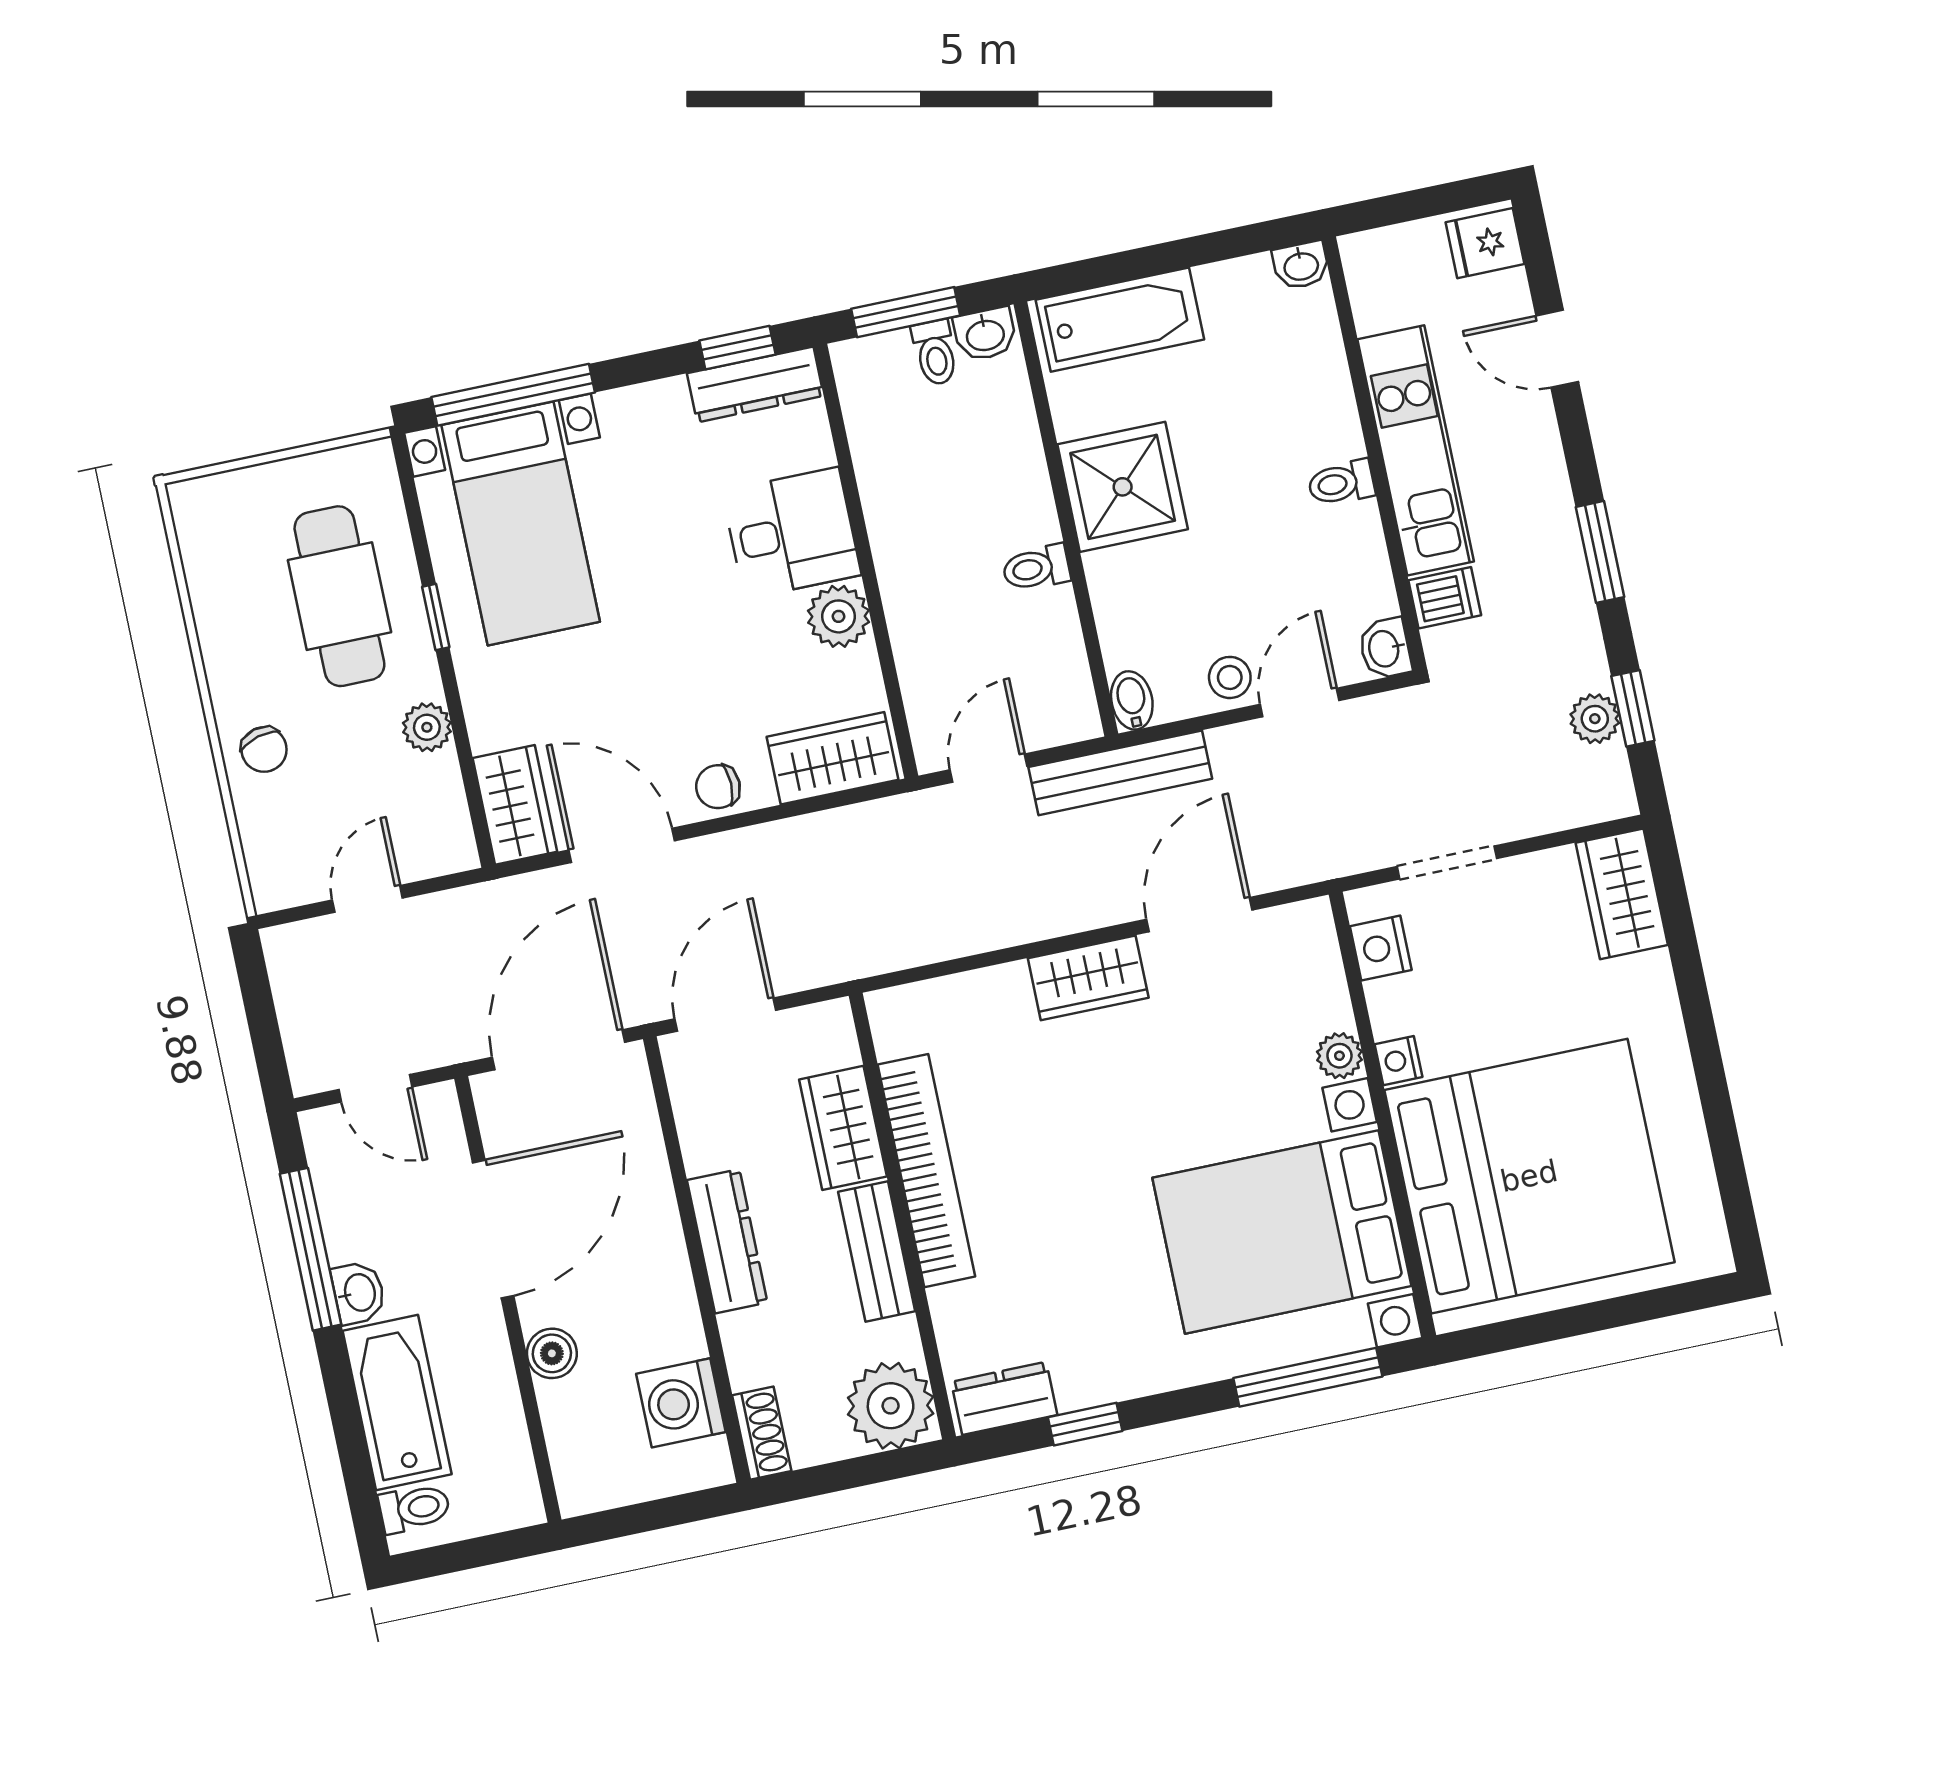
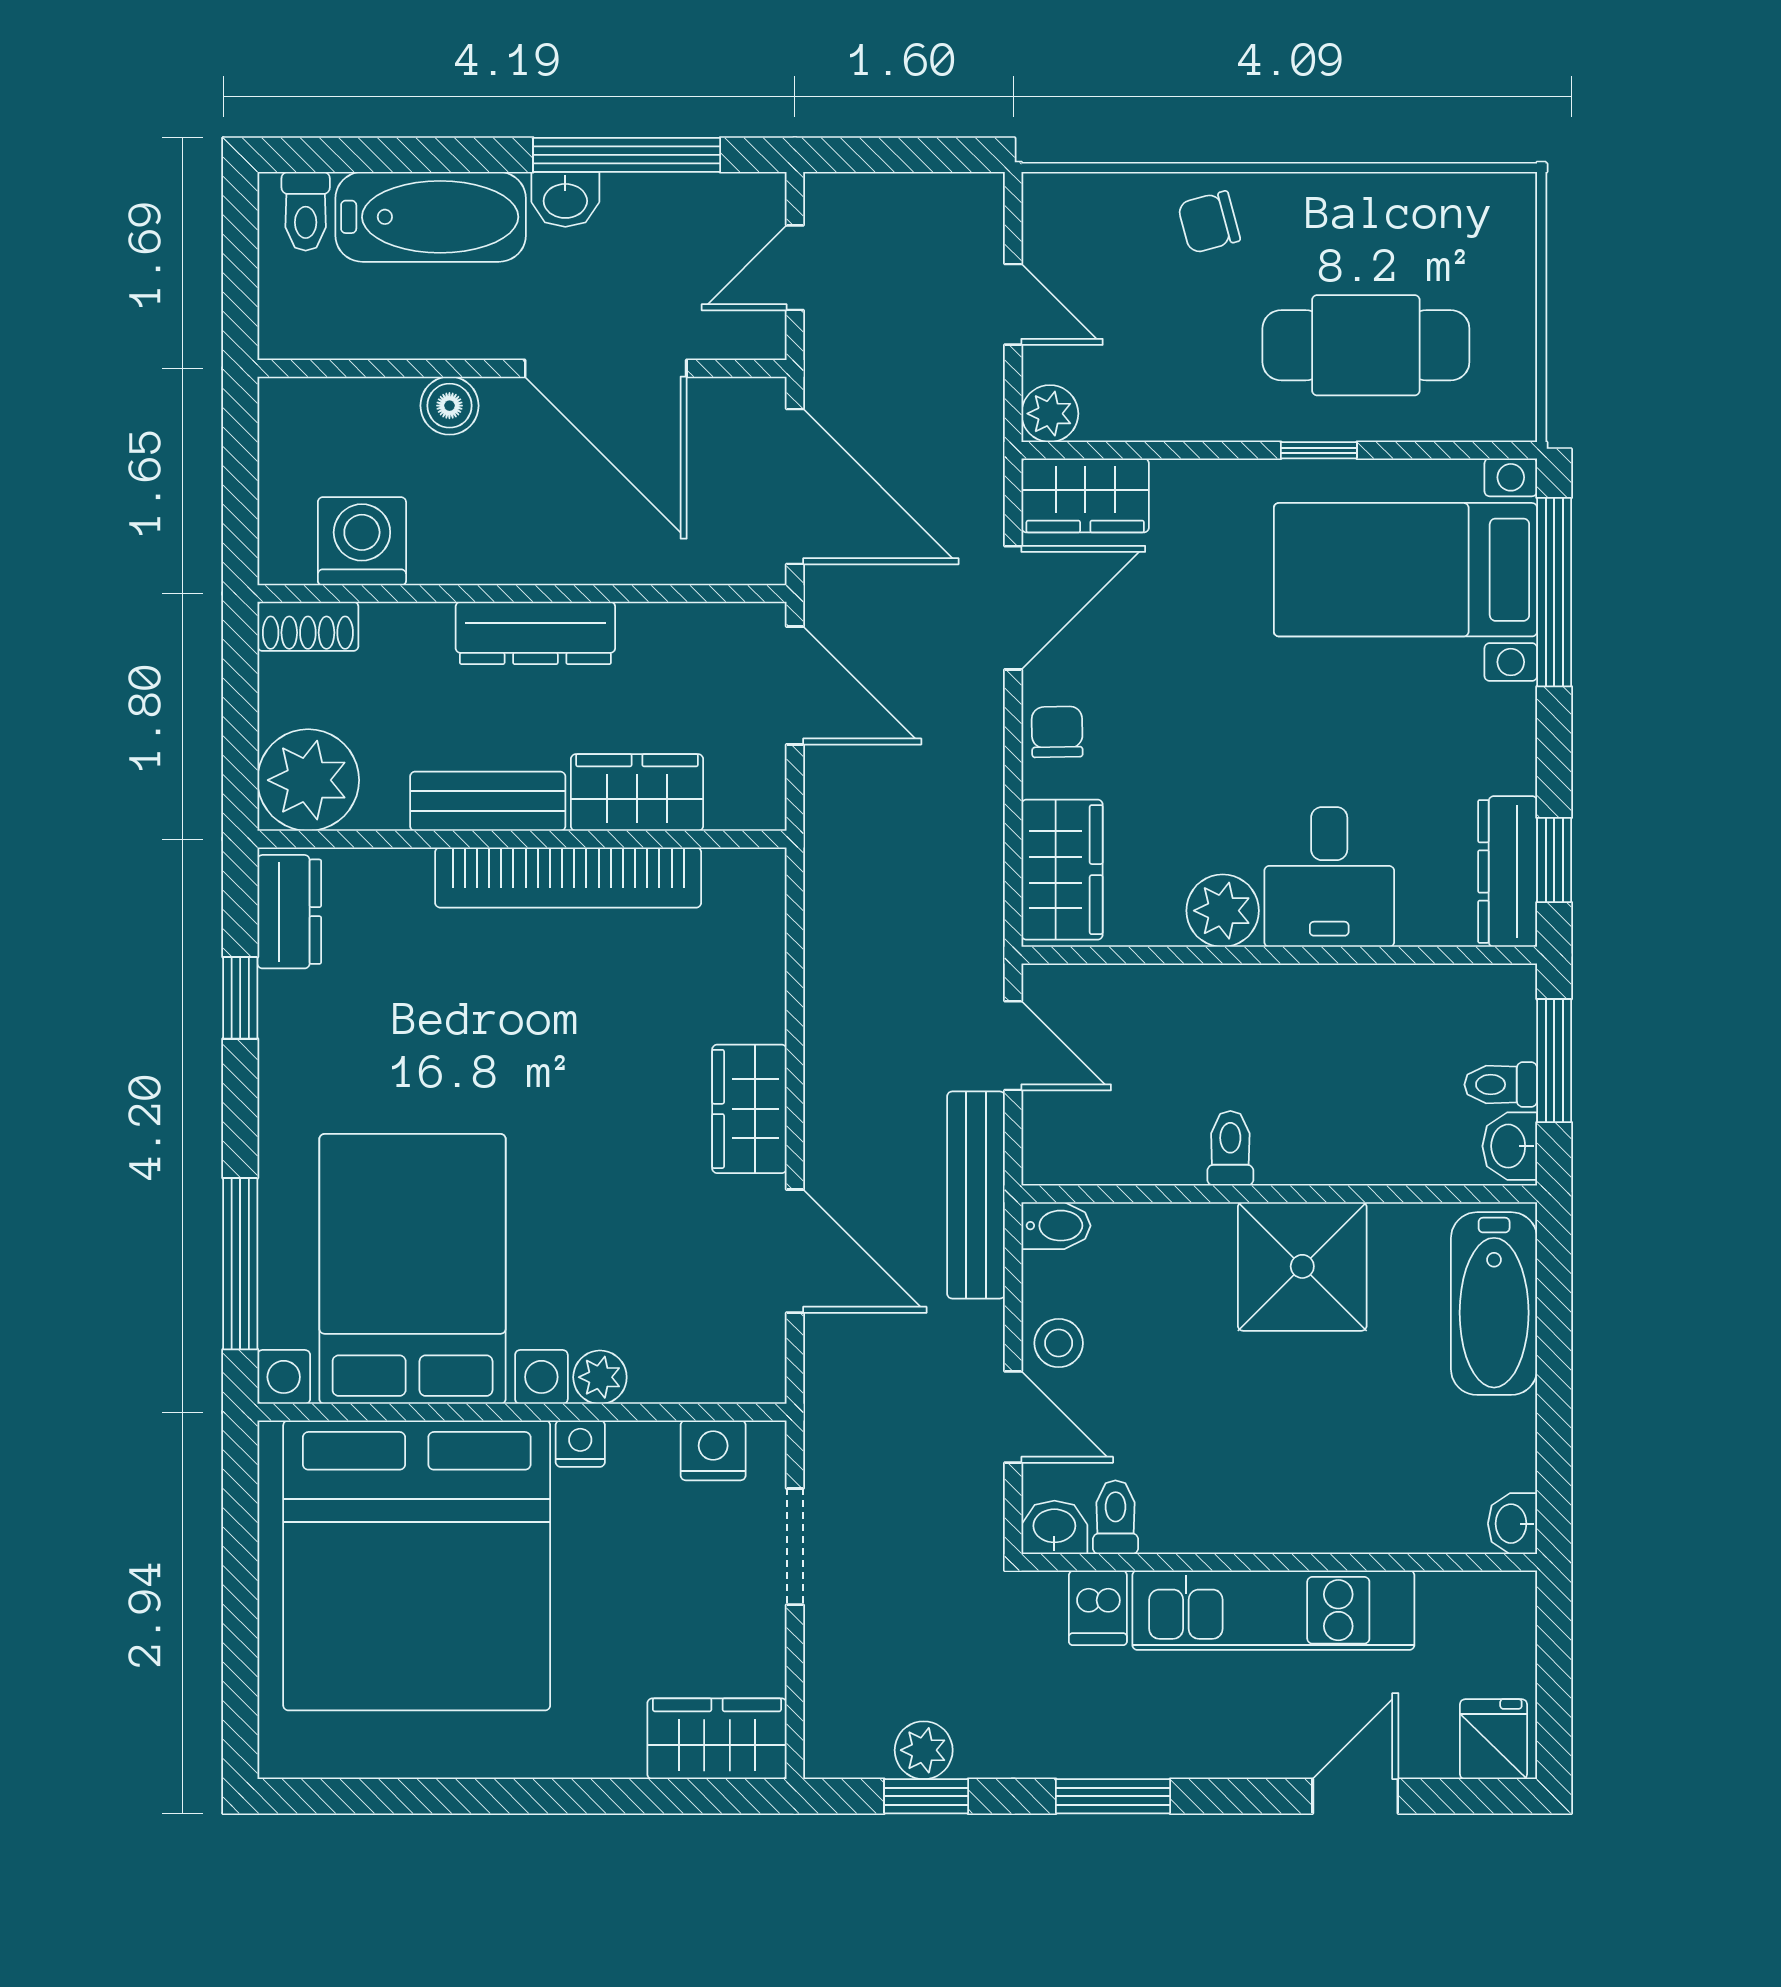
toilet: (1341, 483) -> (1115, 1517), moved
plant: (427, 727) -> (1050, 414), moved

